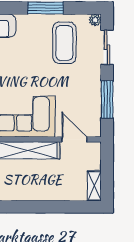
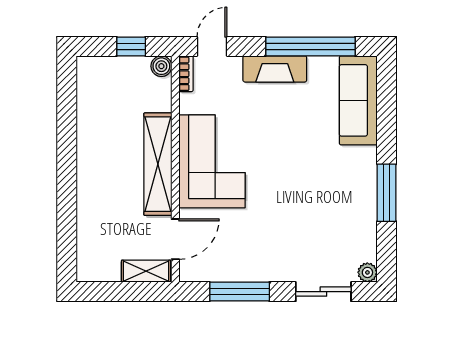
coffee table: (64, 43) -> (331, 223), removed
shelving: (94, 186) -> (146, 271), moved

